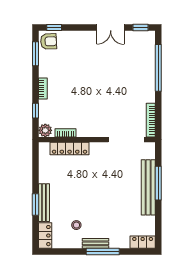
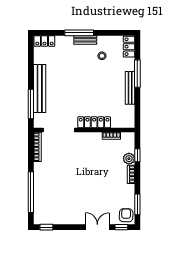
double door: (111, 28) -> (97, 227), moved
armchair: (49, 41) -> (126, 215), turned 94
plant: (45, 130) -> (129, 159), moved
locker: (70, 148) -> (94, 122), moved
window: (158, 183) -> (31, 104), moved
bench: (44, 203) -> (130, 88), moved
window: (35, 205) -> (137, 74), width x1.44

